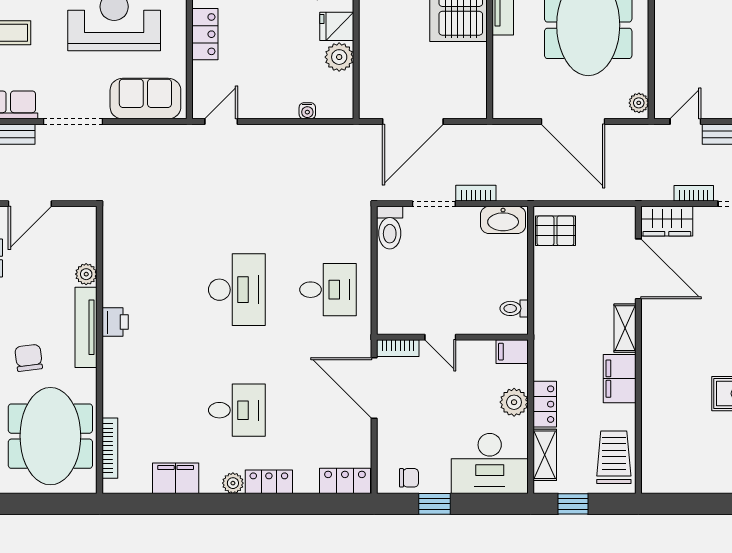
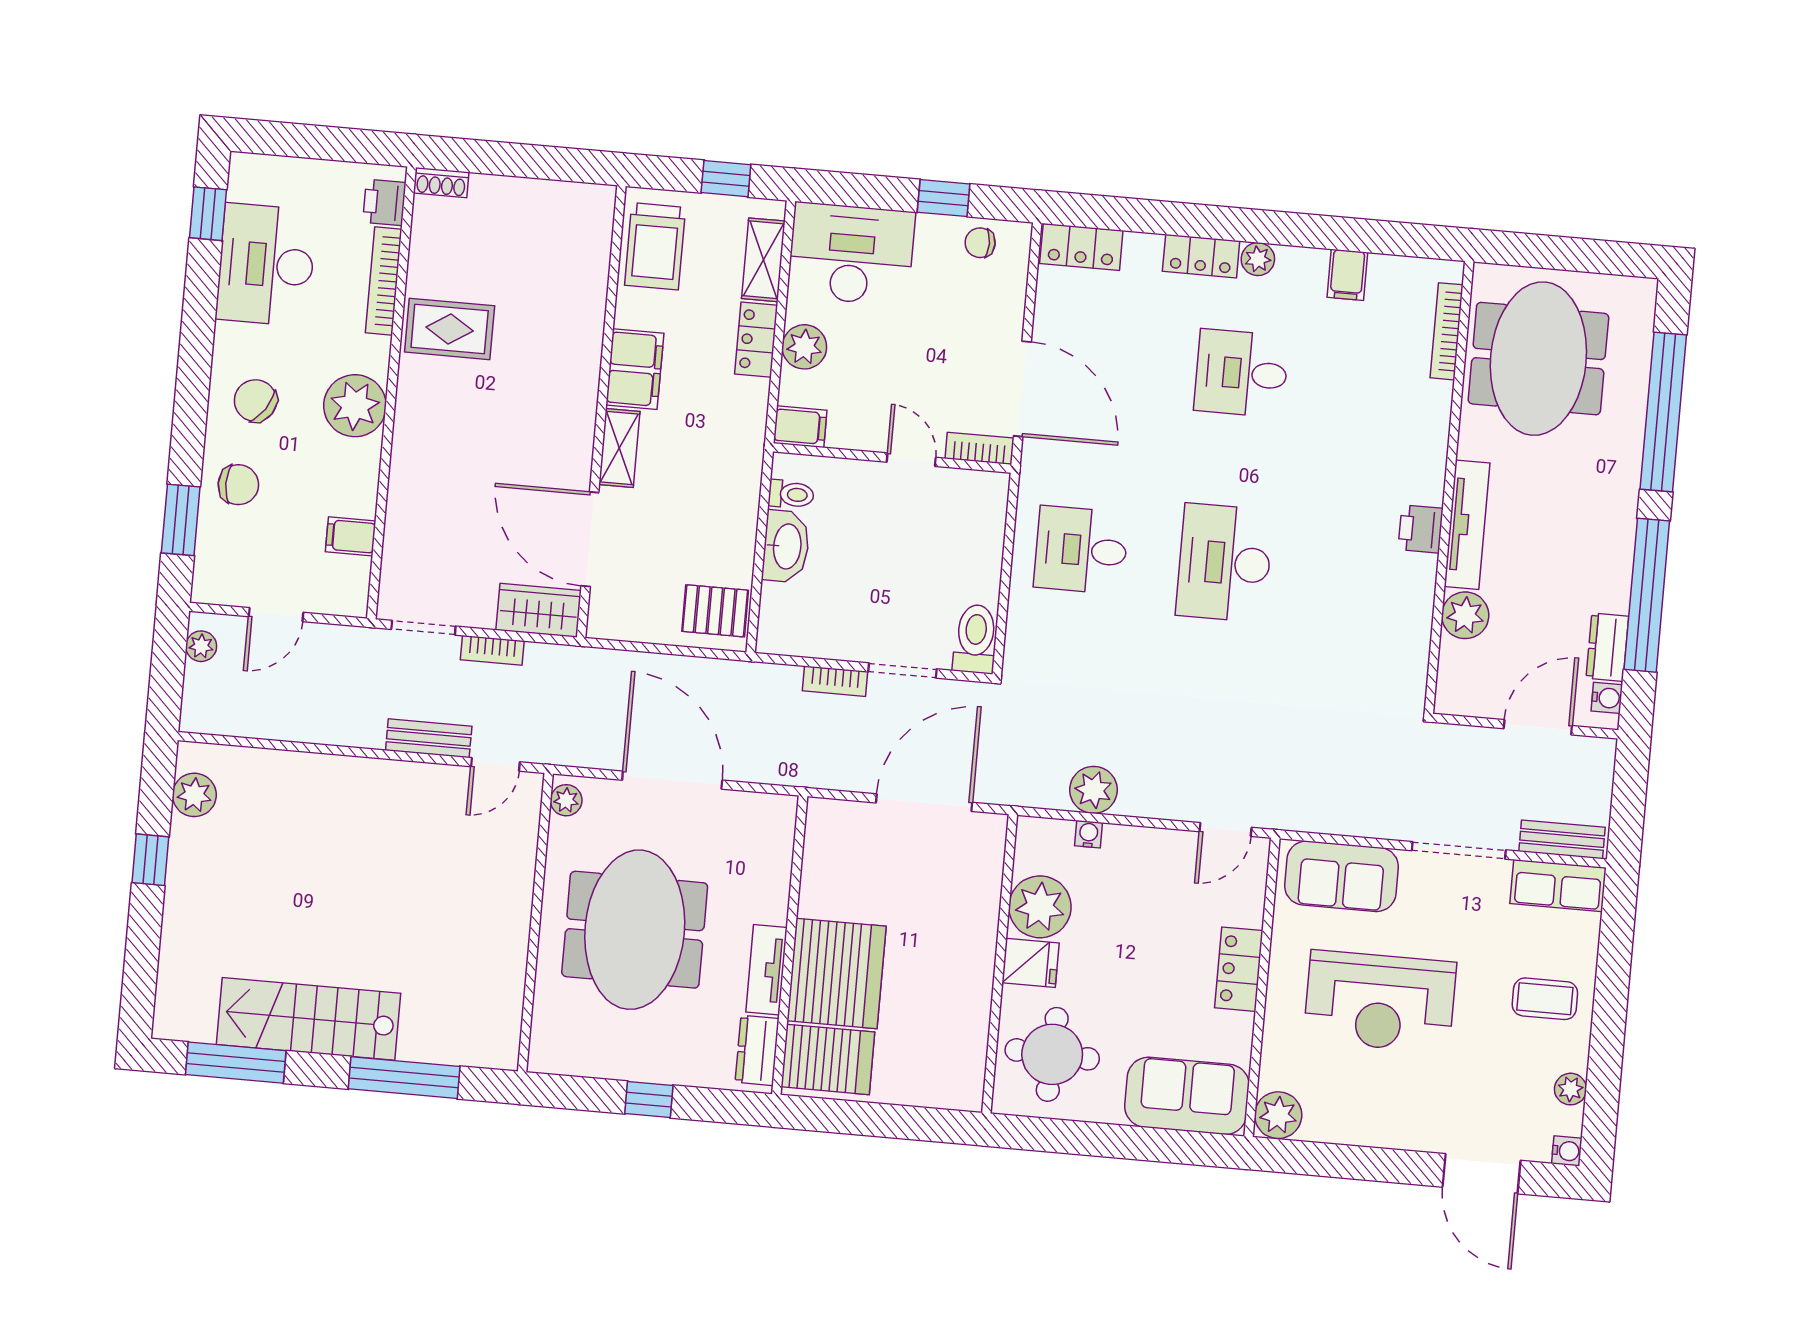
plant: (339, 57) -> (1040, 907), width x1.36, depth x1.36
plant: (307, 139) -> (1093, 790), added
washbasin: (503, 220) -> (786, 546), moved, turned 90
plant: (86, 274) -> (1465, 615), width x1.38, depth x1.38
chair: (29, 358) -> (1562, 485), removed
filing cabinet: (176, 478) -> (1347, 275), width x0.50

